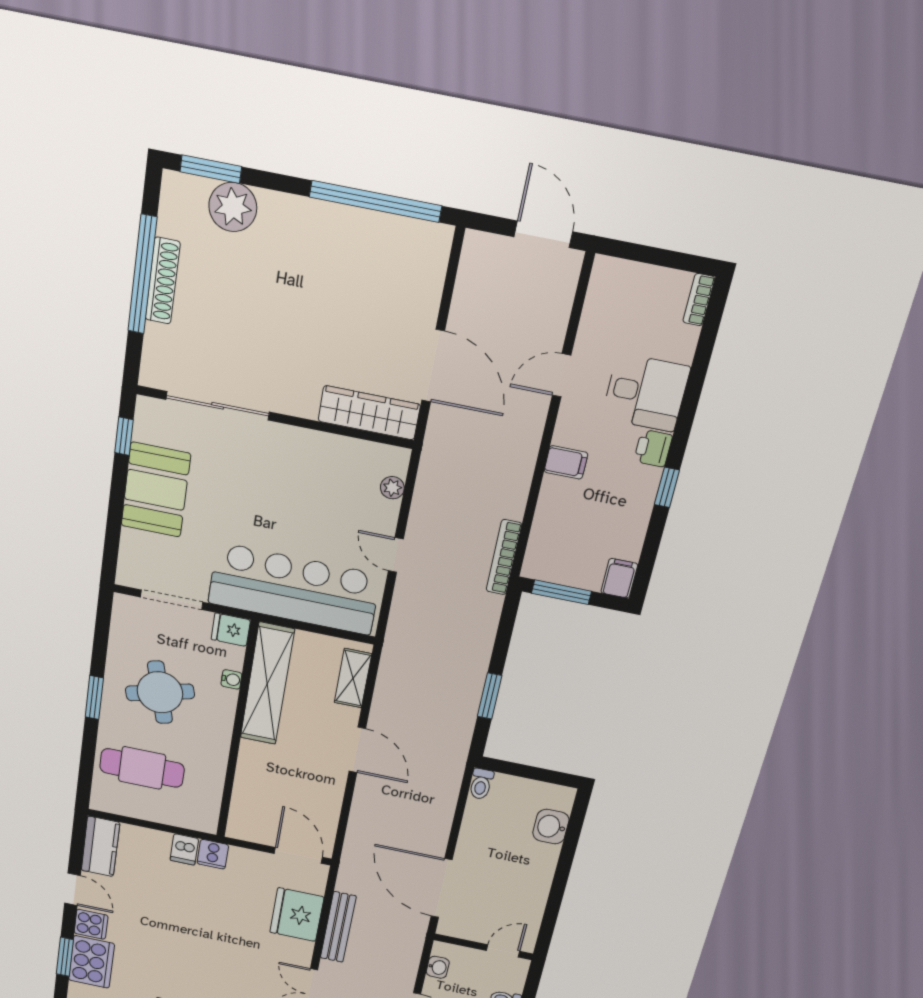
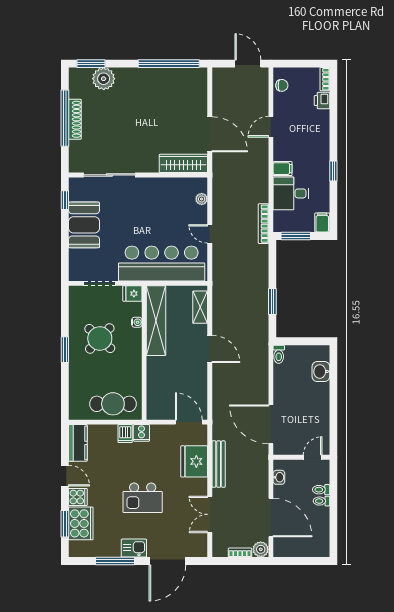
chair: (605, 295) -> (282, 85), added
desk: (646, 393) -> (291, 193), moved, turned 180
printer: (653, 448) -> (322, 101), moved
round table: (160, 692) -> (100, 338), turned -32
cafe table: (142, 768) -> (113, 404), moved
kitchen island: (200, 948) -> (143, 498), added

